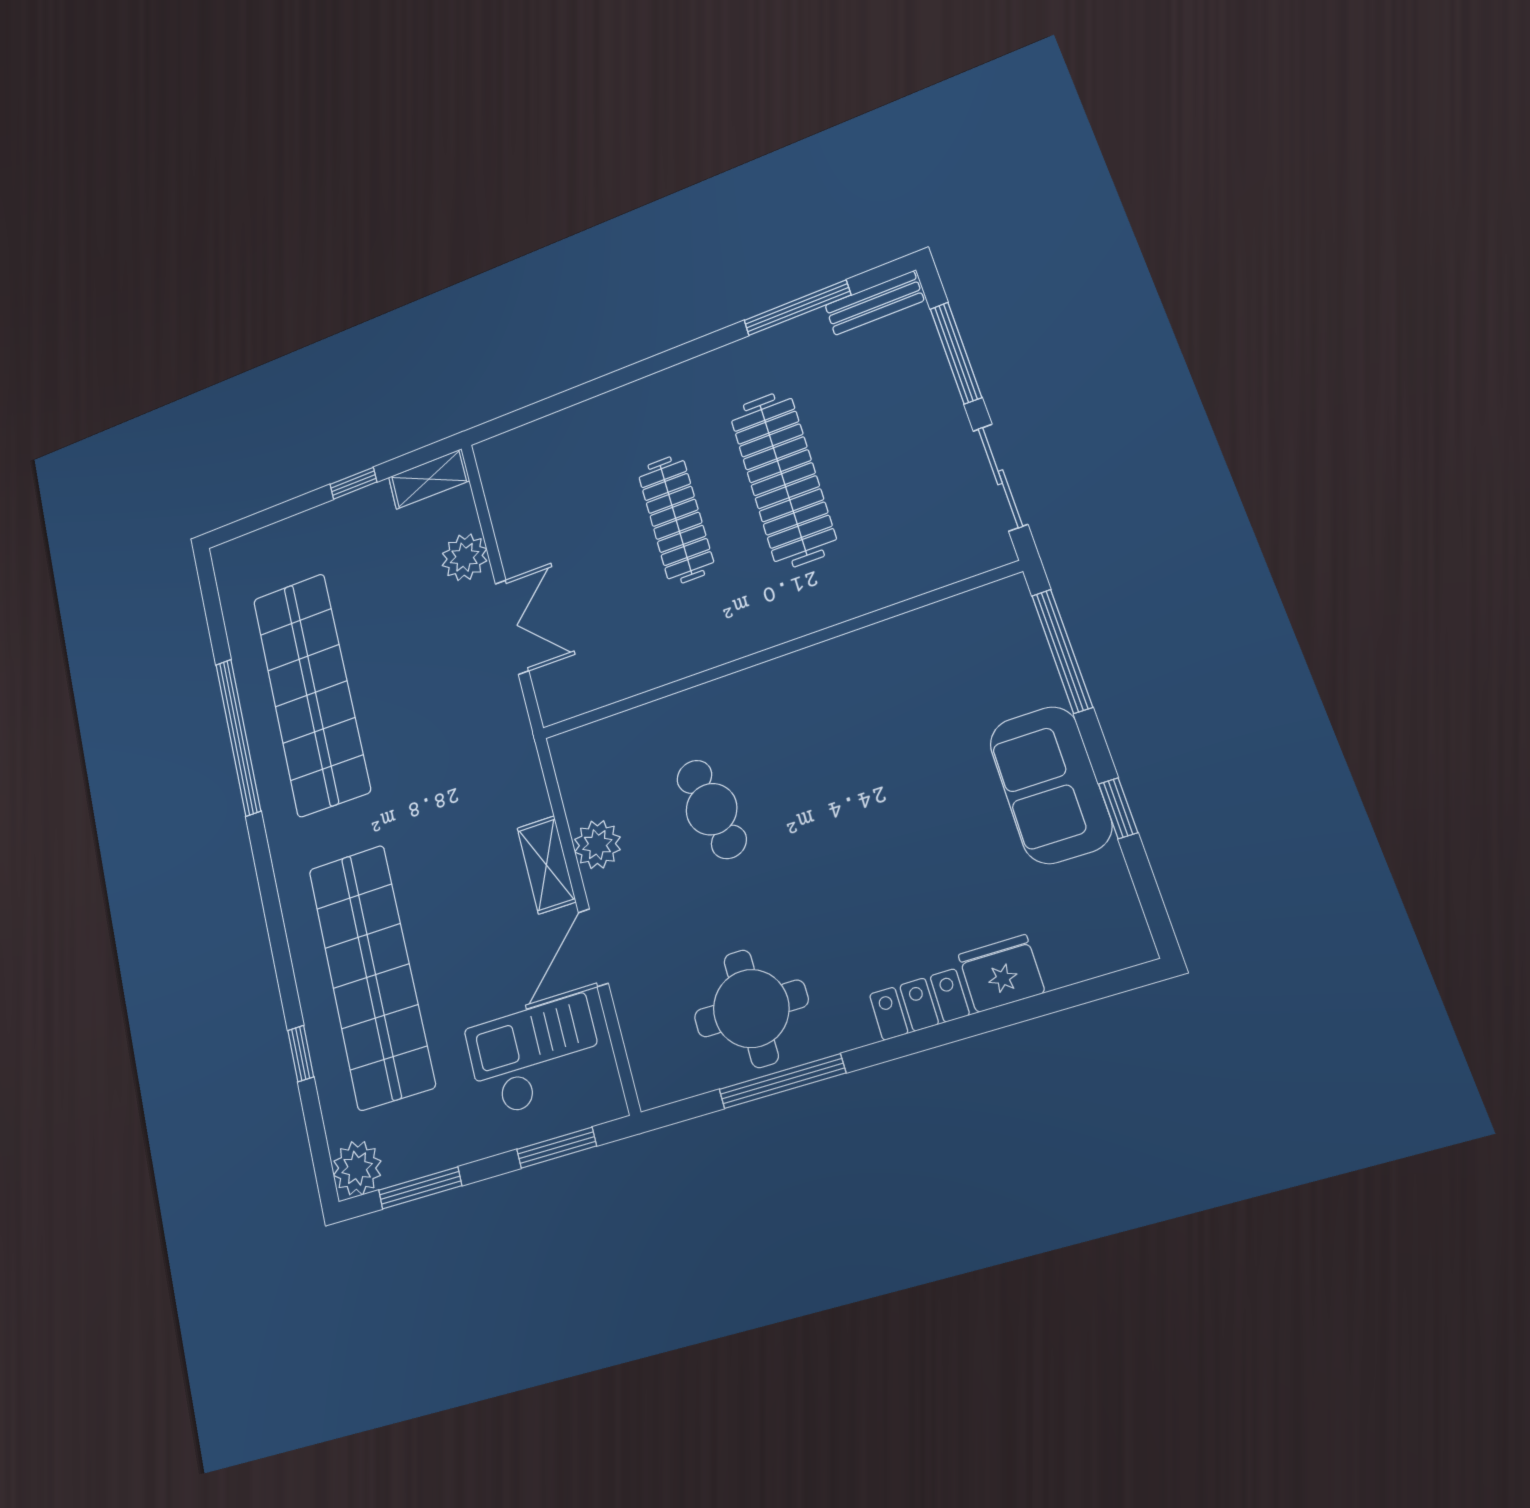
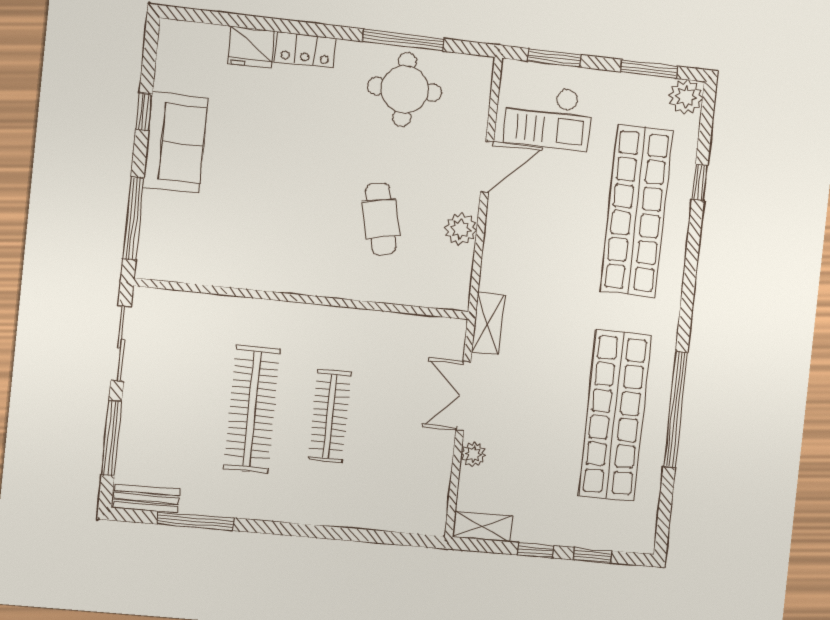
window: (282, 511) -> (593, 555), added
plant: (465, 557) -> (473, 454), width x0.73, depth x0.73
shelving: (546, 865) -> (488, 323), moved

